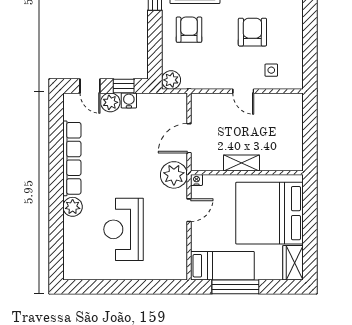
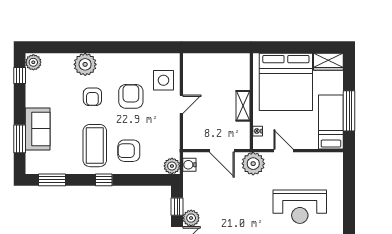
armchair: (252, 32) -> (131, 96), turned 90
side table: (271, 70) -> (163, 80), width x1.87, depth x1.87
water cooler: (129, 100) -> (189, 165), moved
nightstand: (196, 180) -> (258, 131), moved

